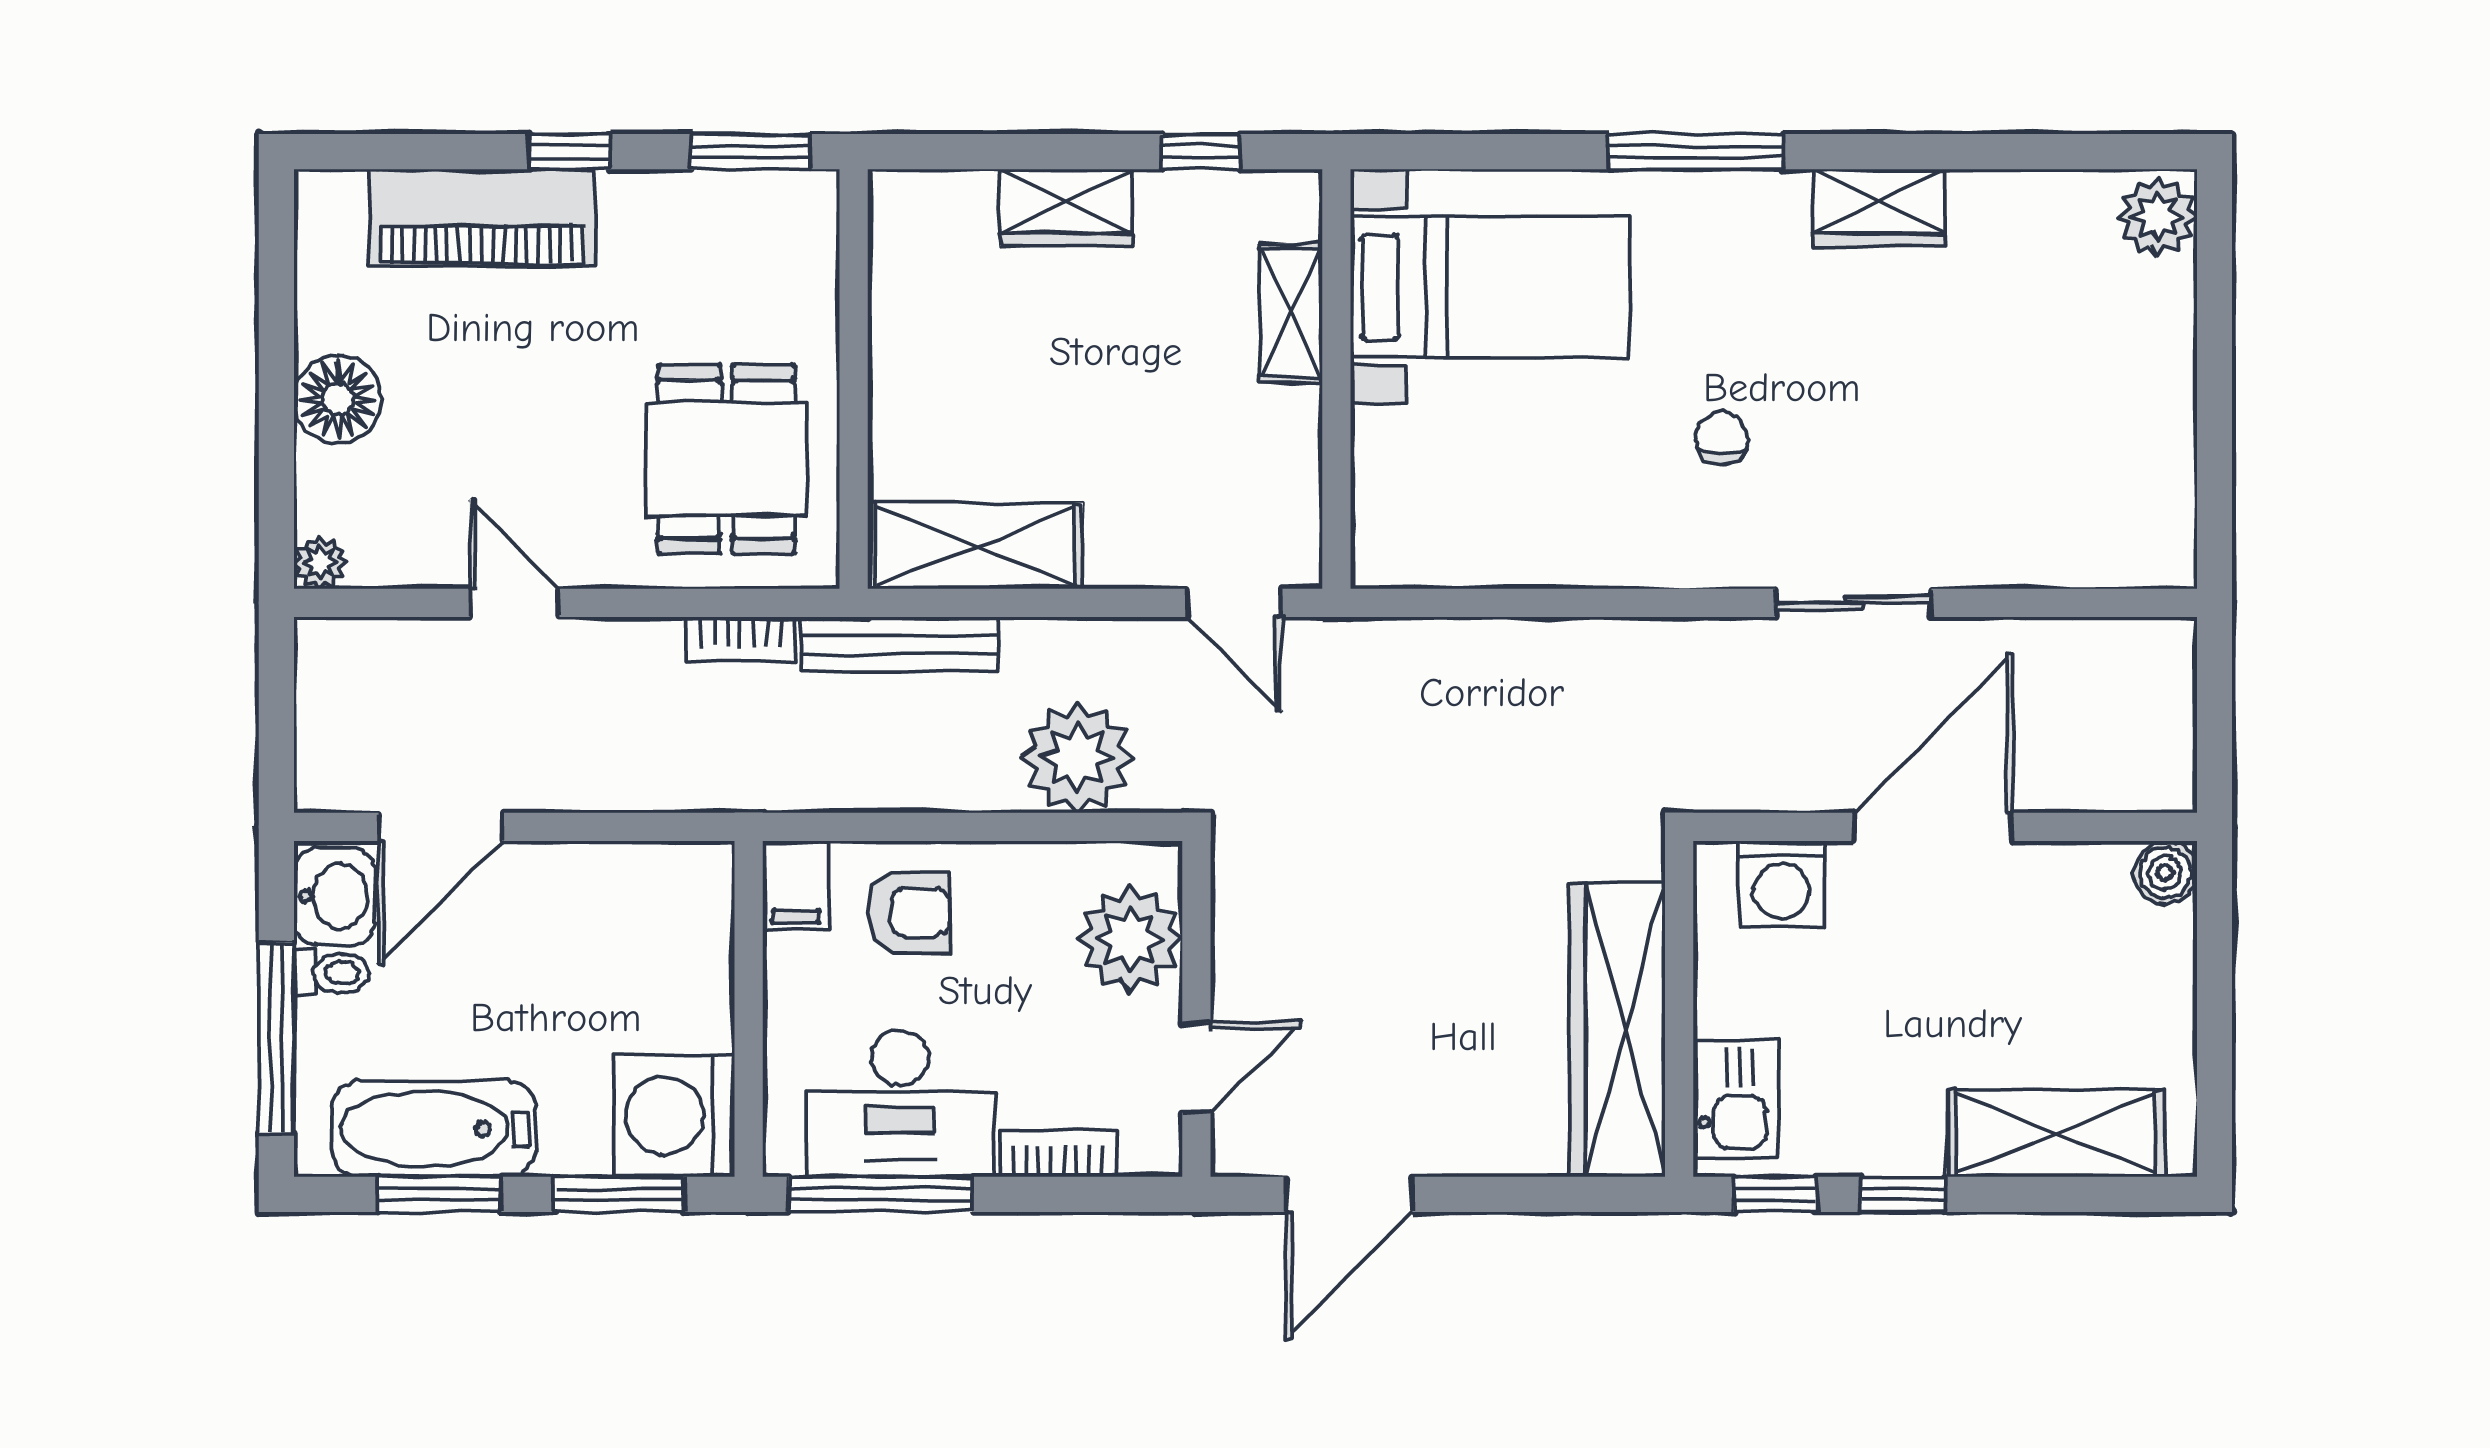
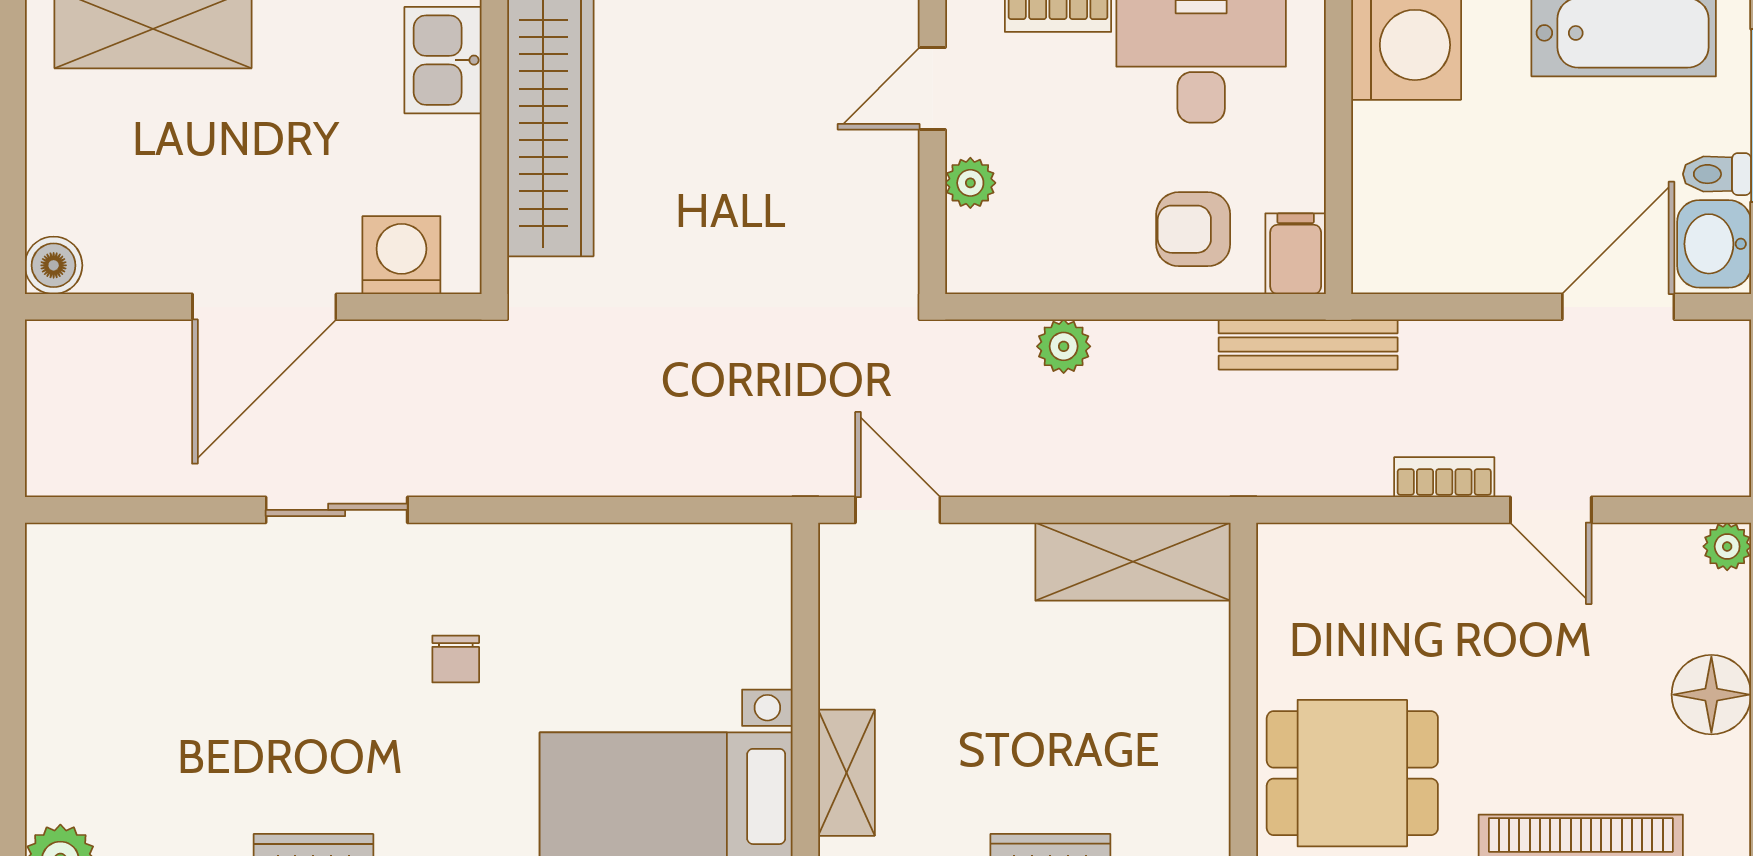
dining table: (726, 459) -> (1352, 773), moved, turned 90
bookcase: (740, 639) -> (1444, 477), moved
bench: (900, 645) -> (1308, 345), moved
plant: (1078, 757) -> (1064, 346), width x0.53, depth x0.53
plant: (1130, 939) -> (970, 183), width x0.53, depth x0.53

